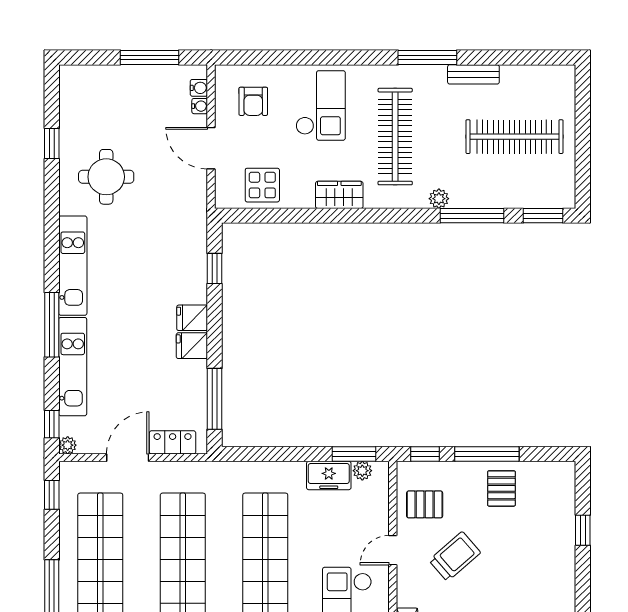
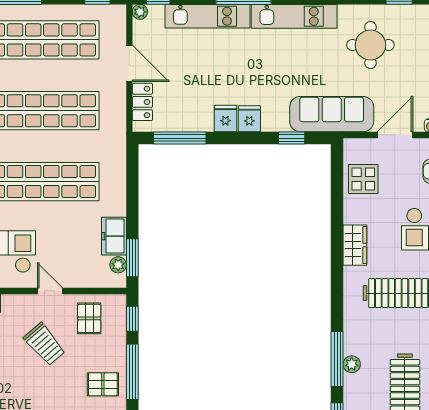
plant: (439, 199) -> (352, 364), moved
sofa: (187, 222) -> (332, 114), added

